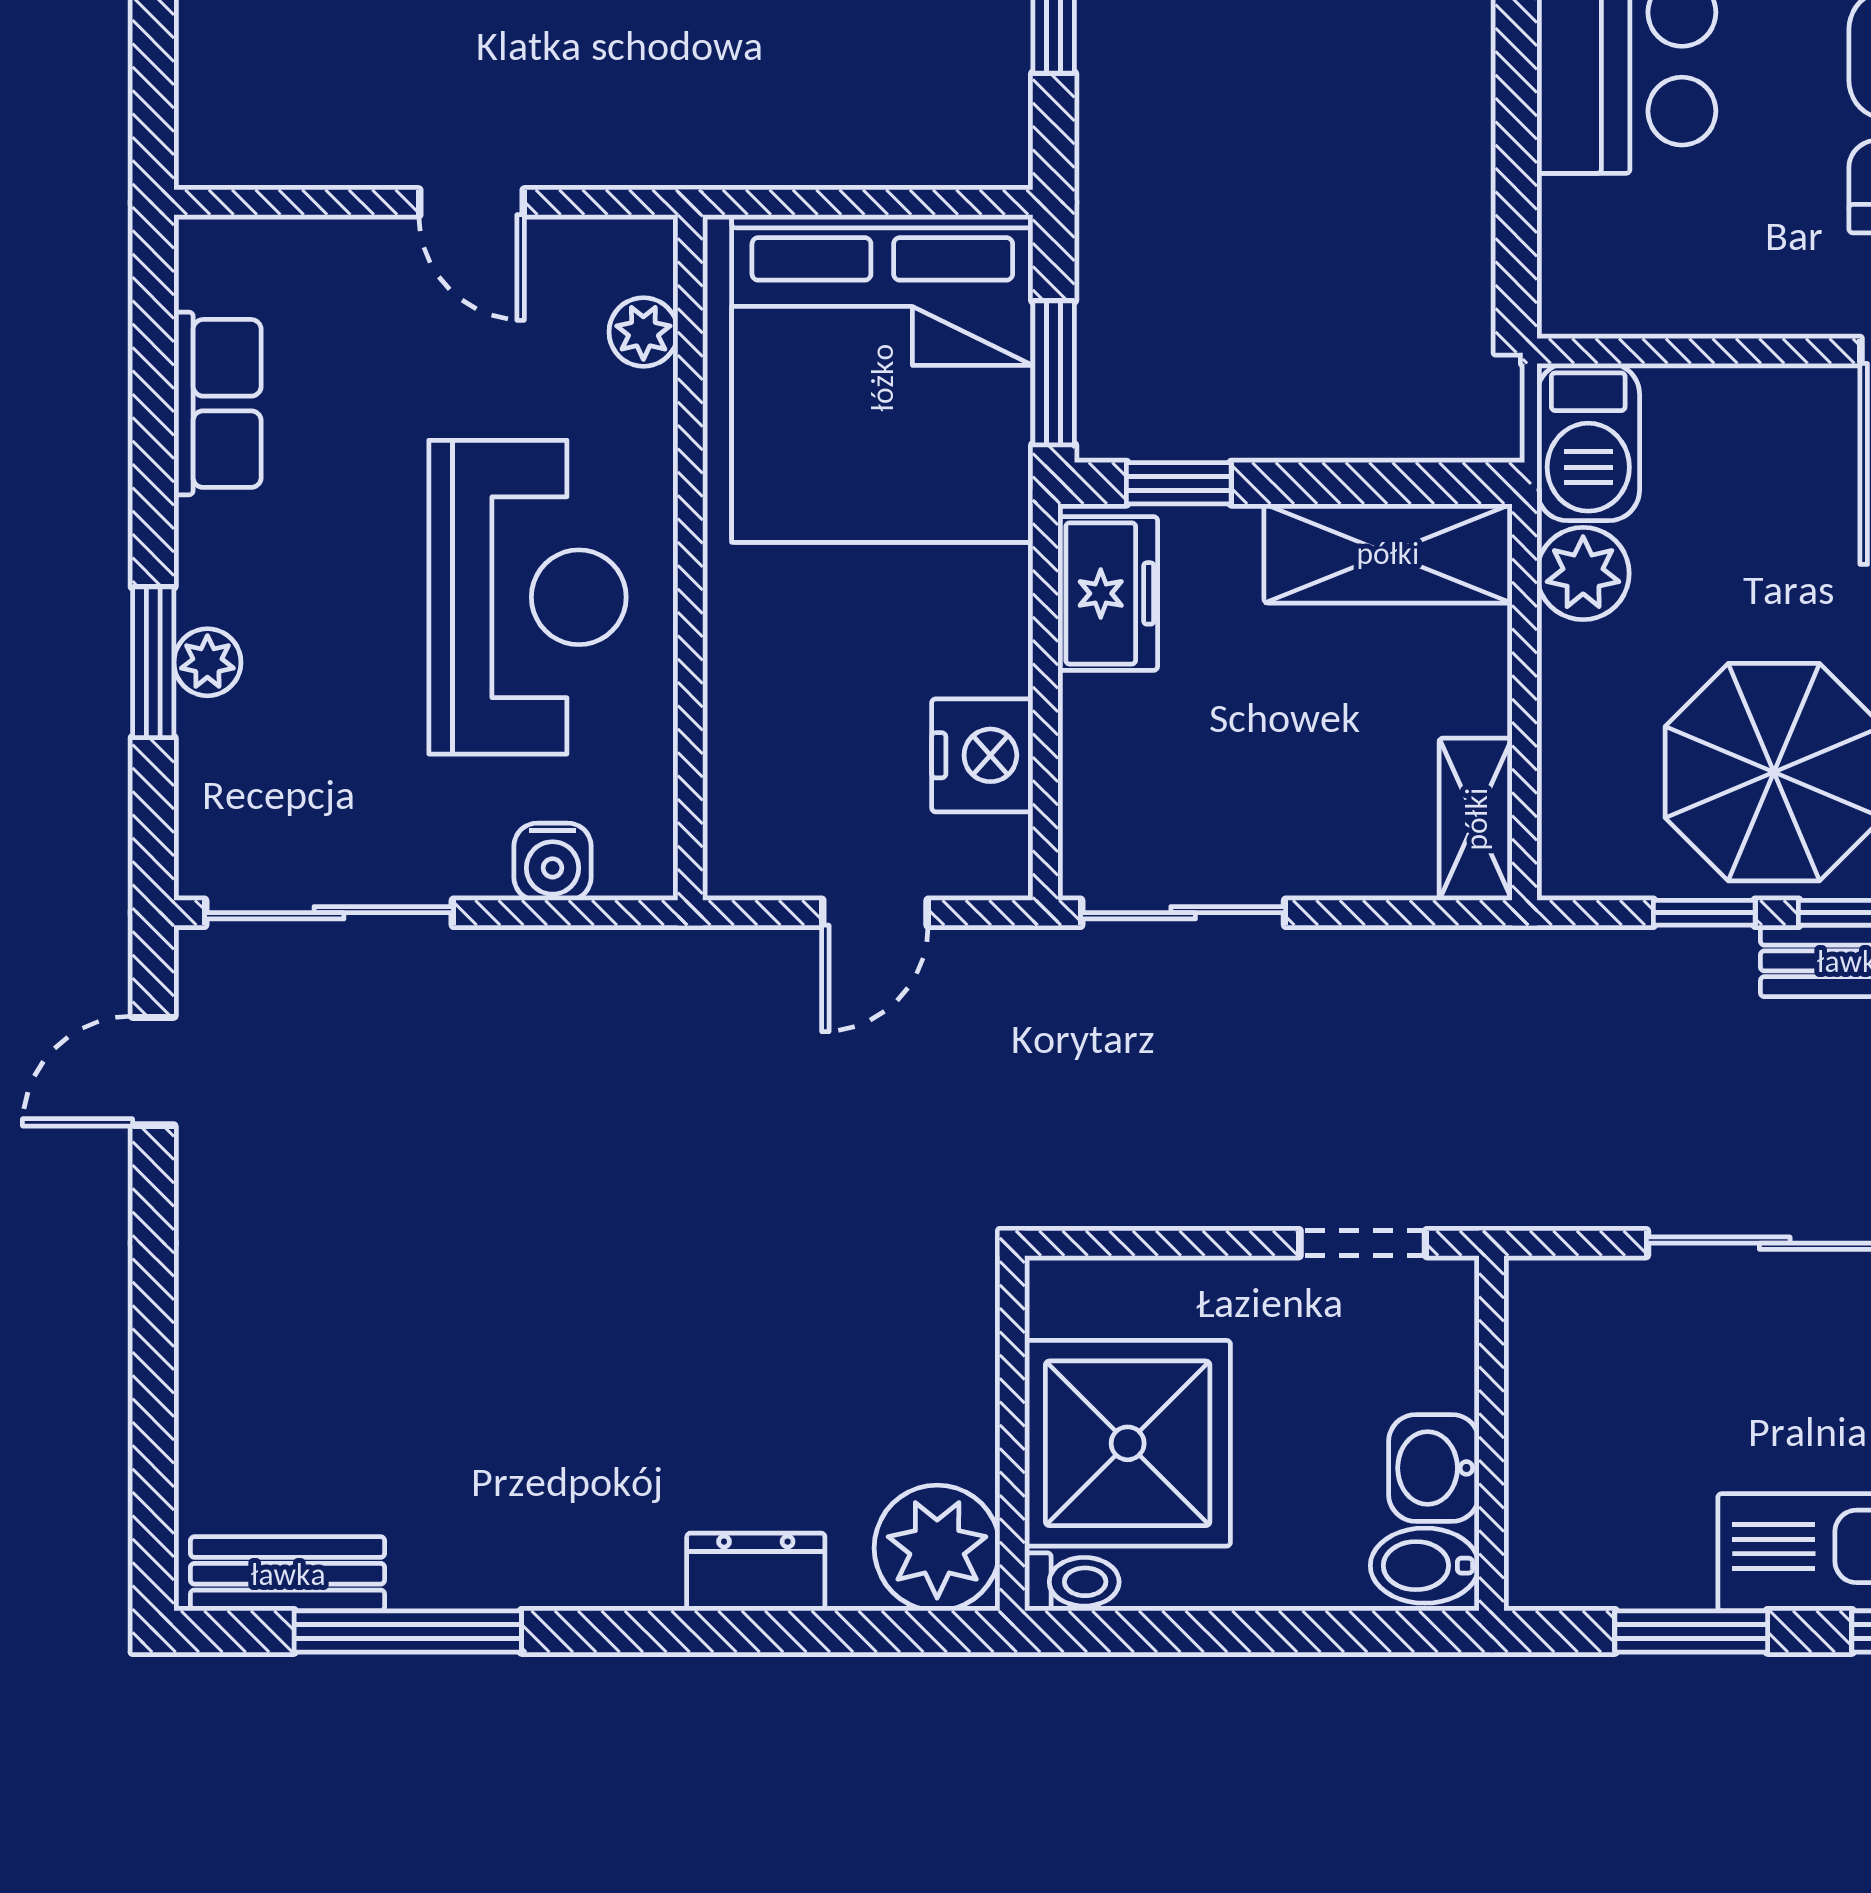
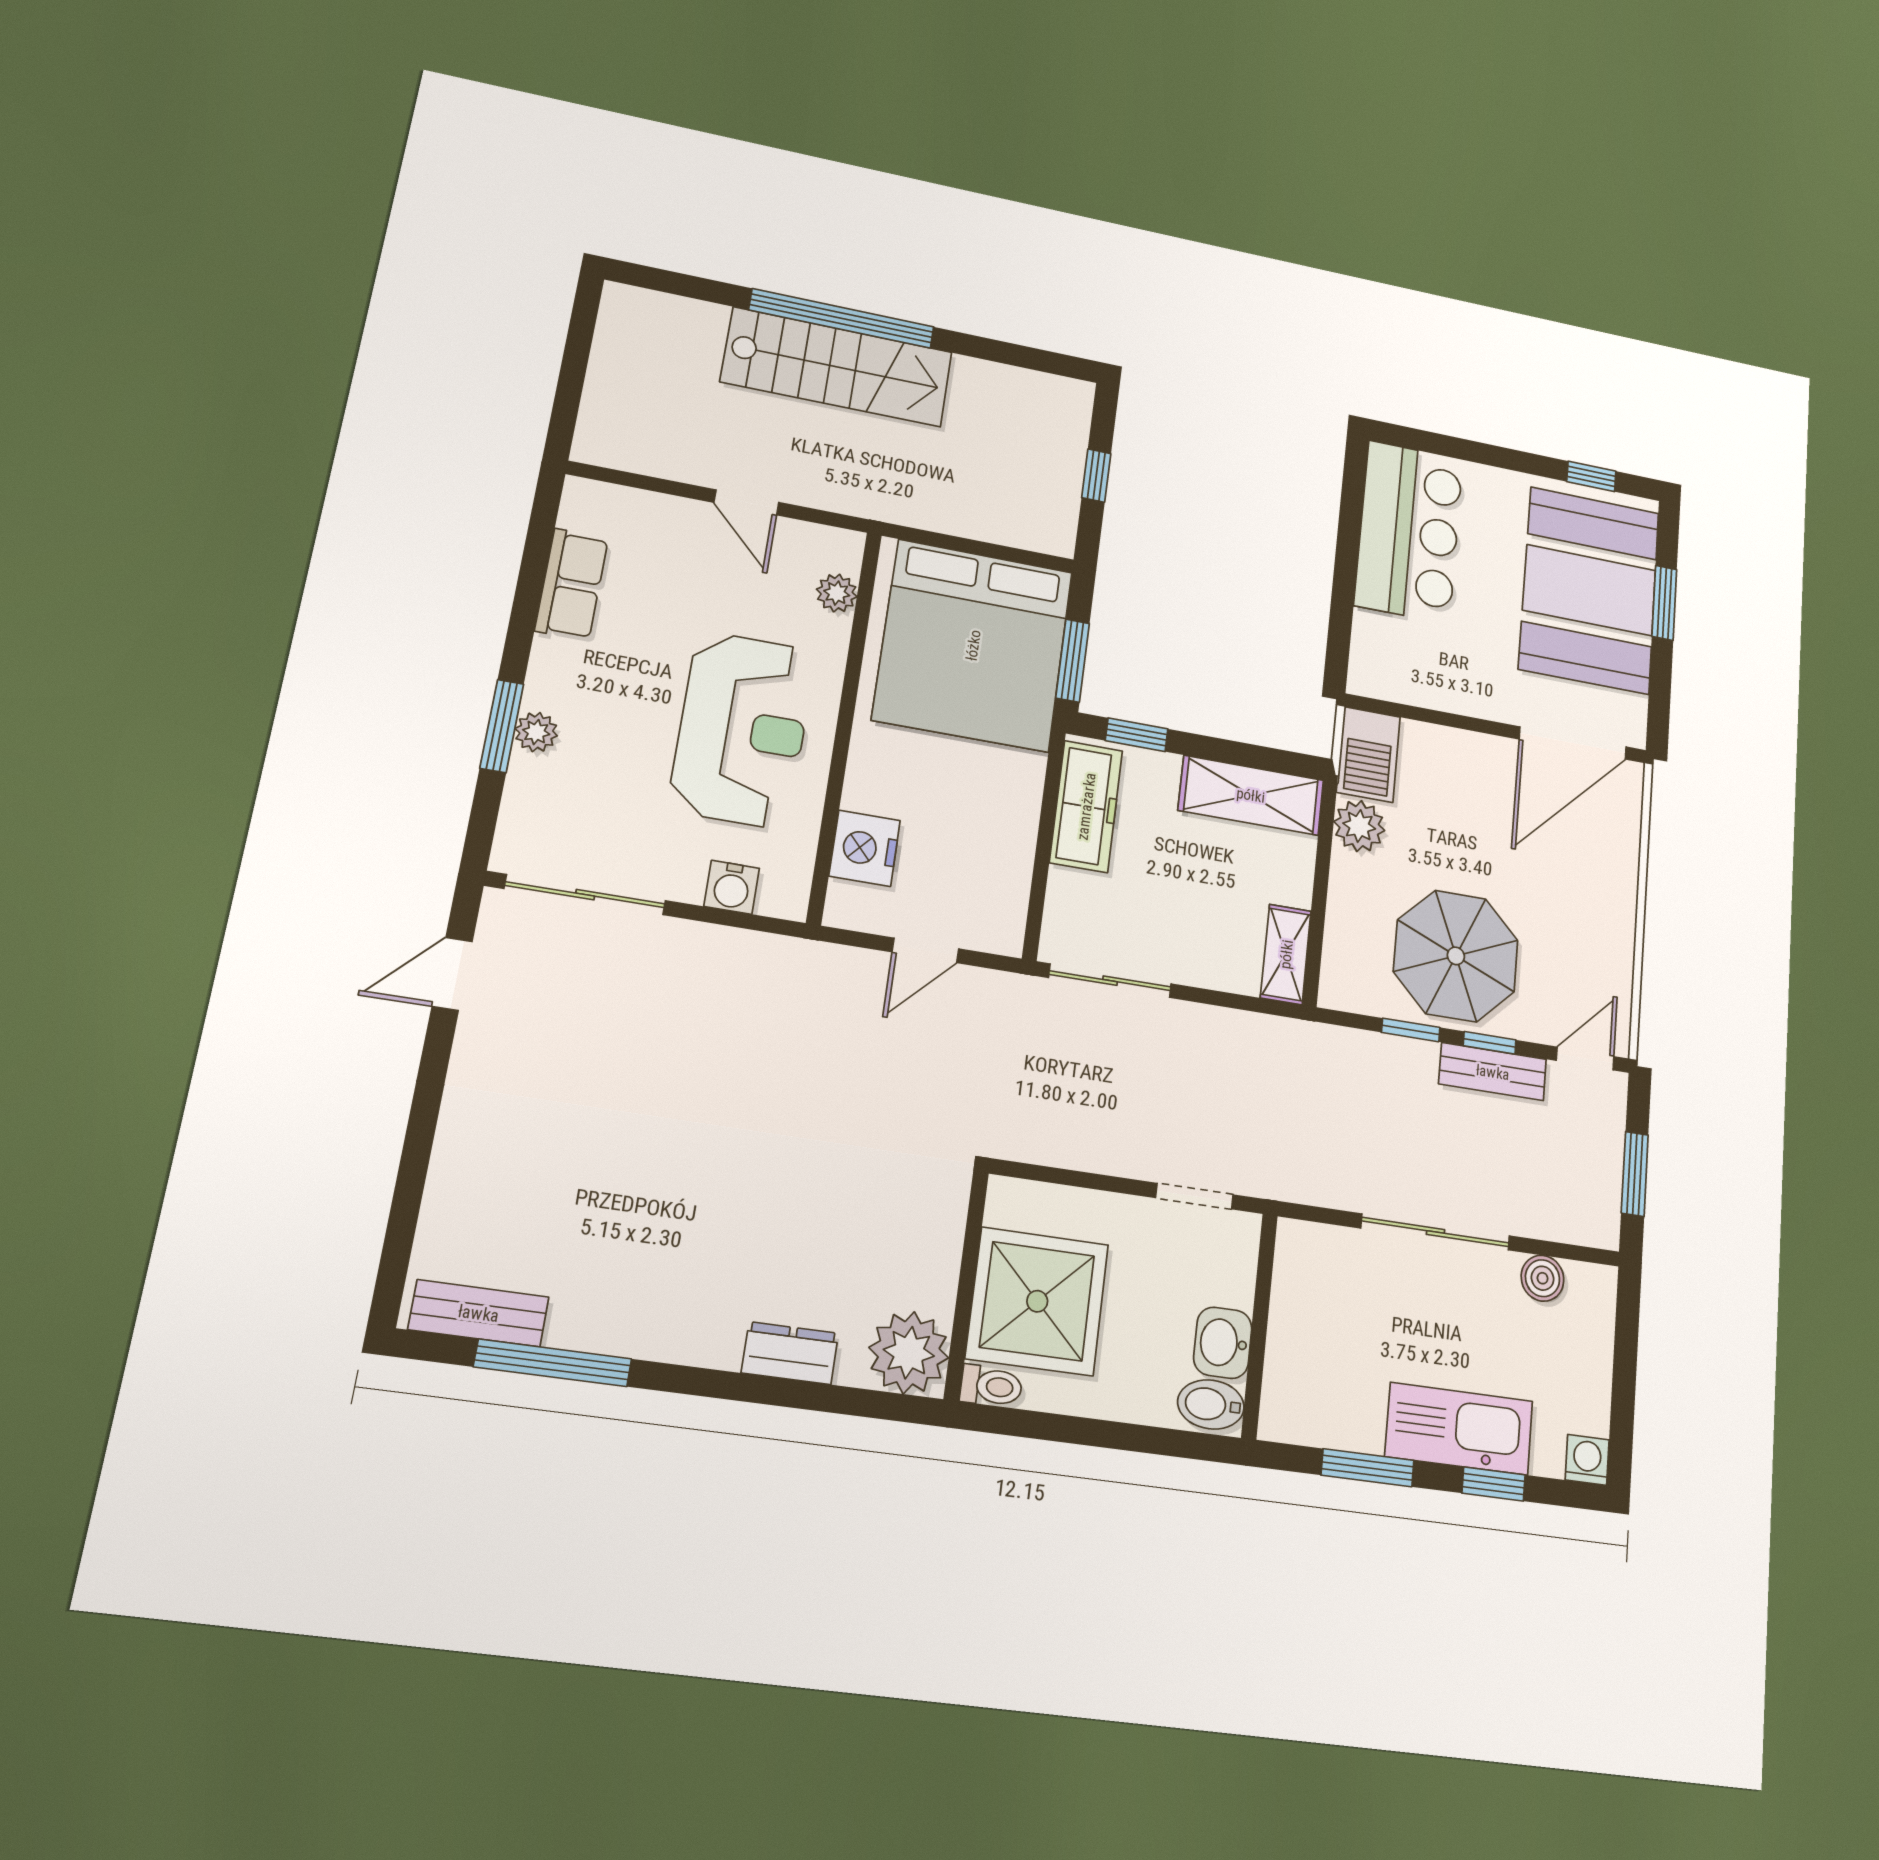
freezer: (1108, 593) -> (1086, 806), width x1.40
nightstand: (982, 755) -> (865, 848), moved, turned 180

